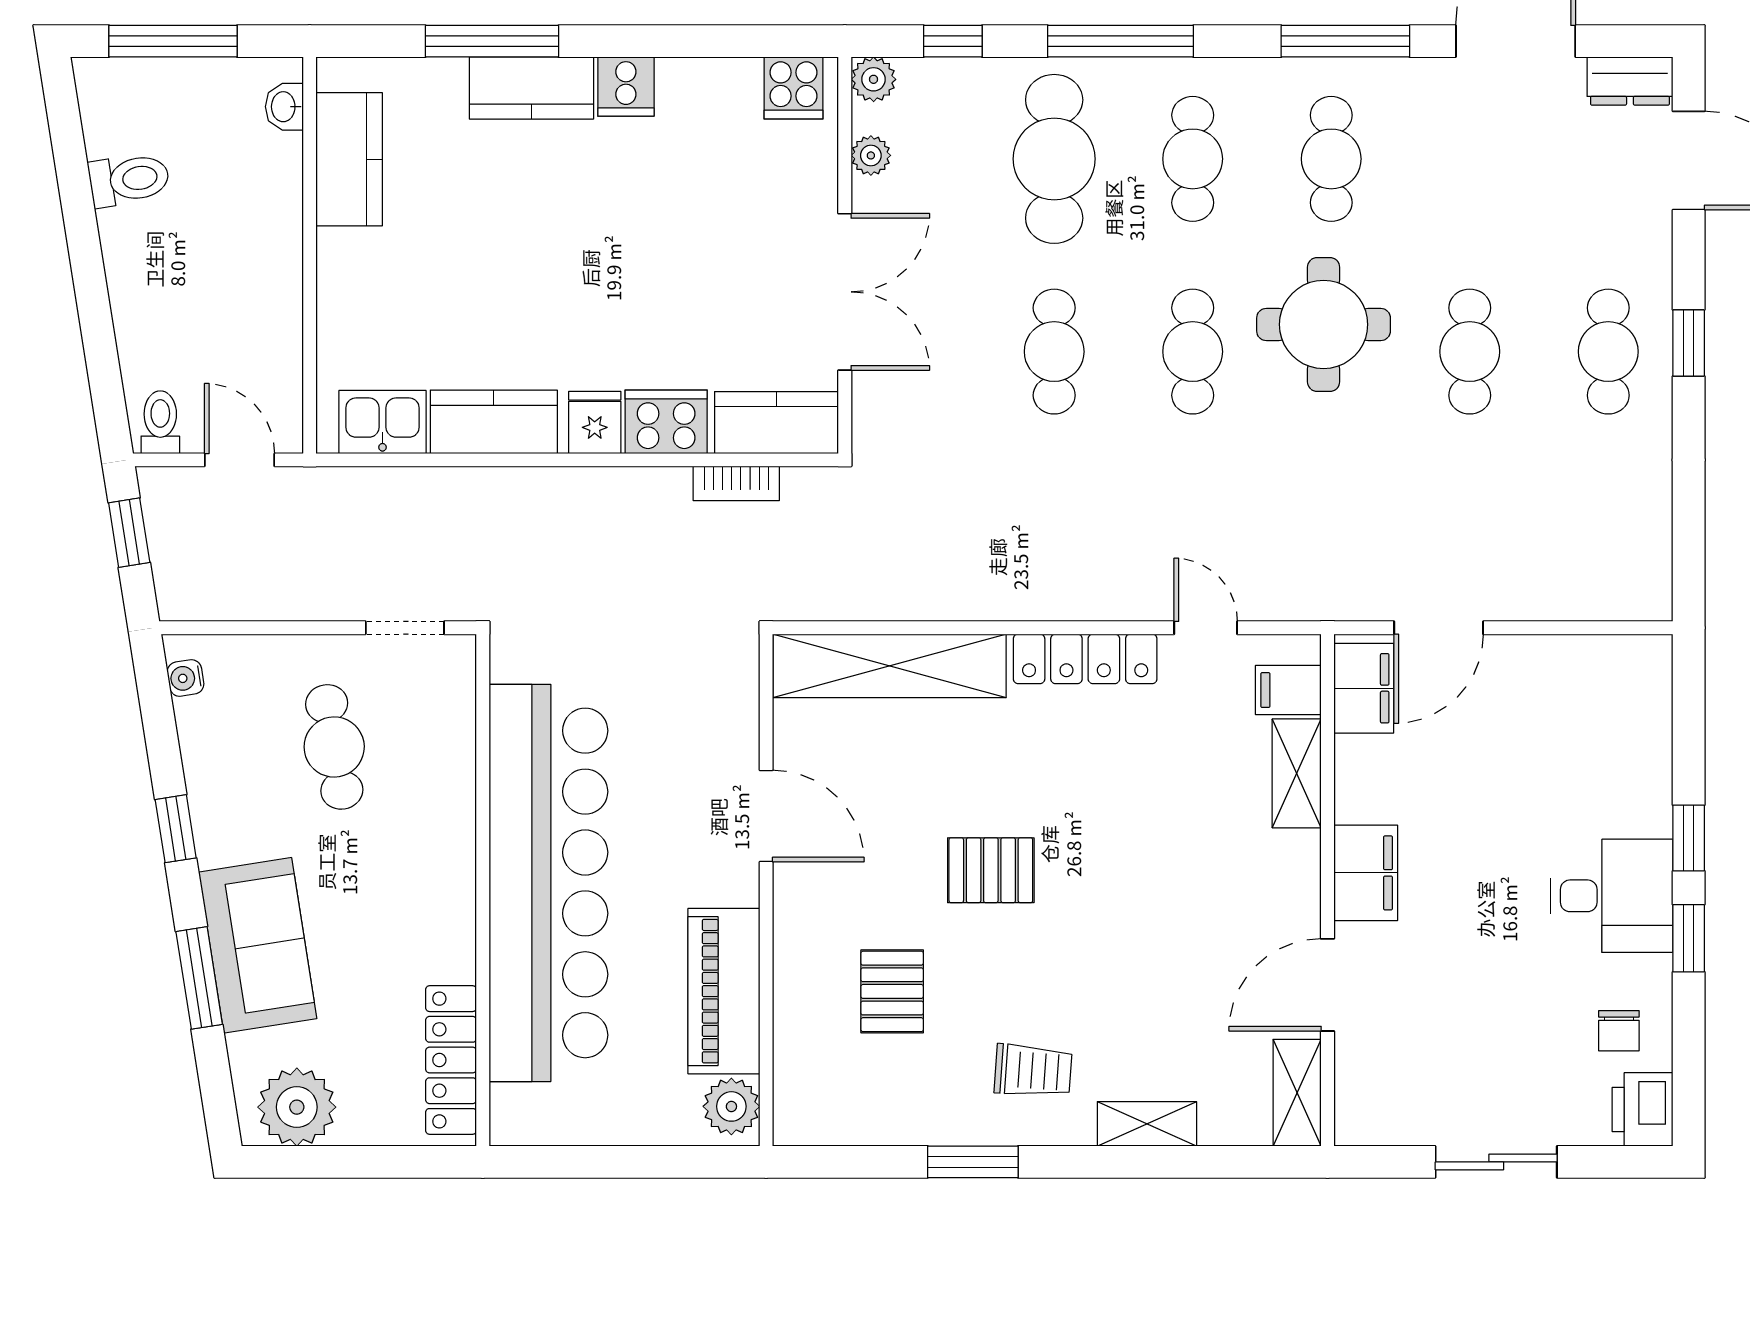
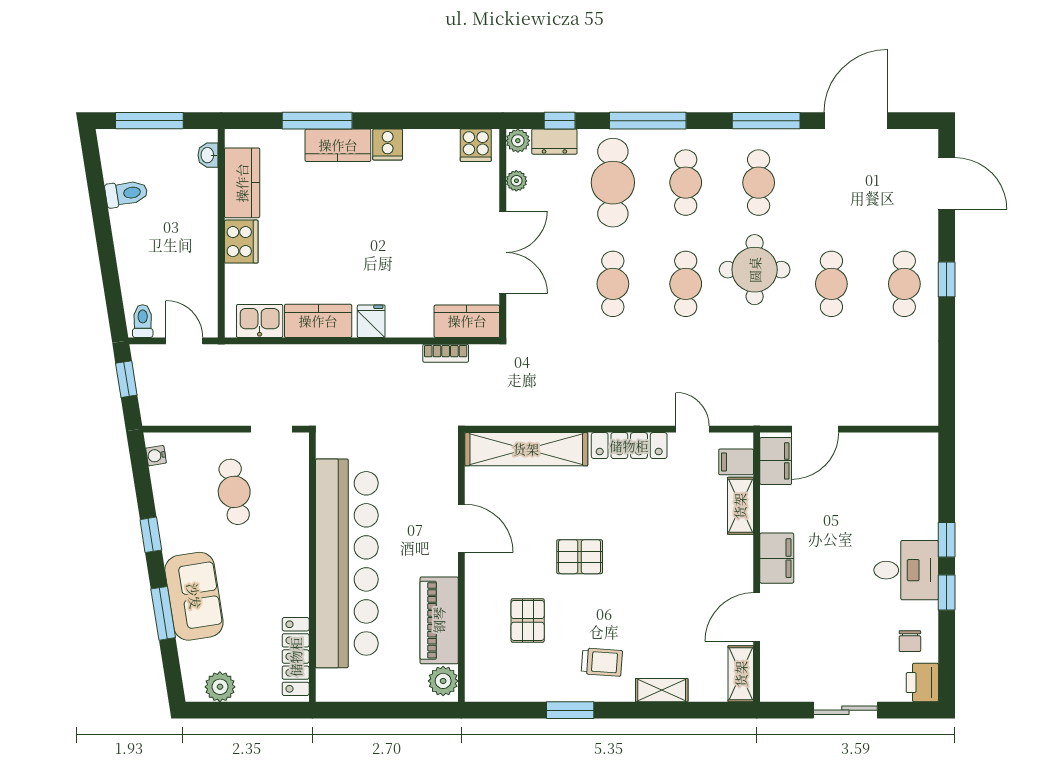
dresser: (1630, 81) -> (554, 142), moved
cooker: (666, 422) -> (241, 242), moved, turned 90
plant: (297, 1107) -> (220, 687), width x0.73, depth x0.73

